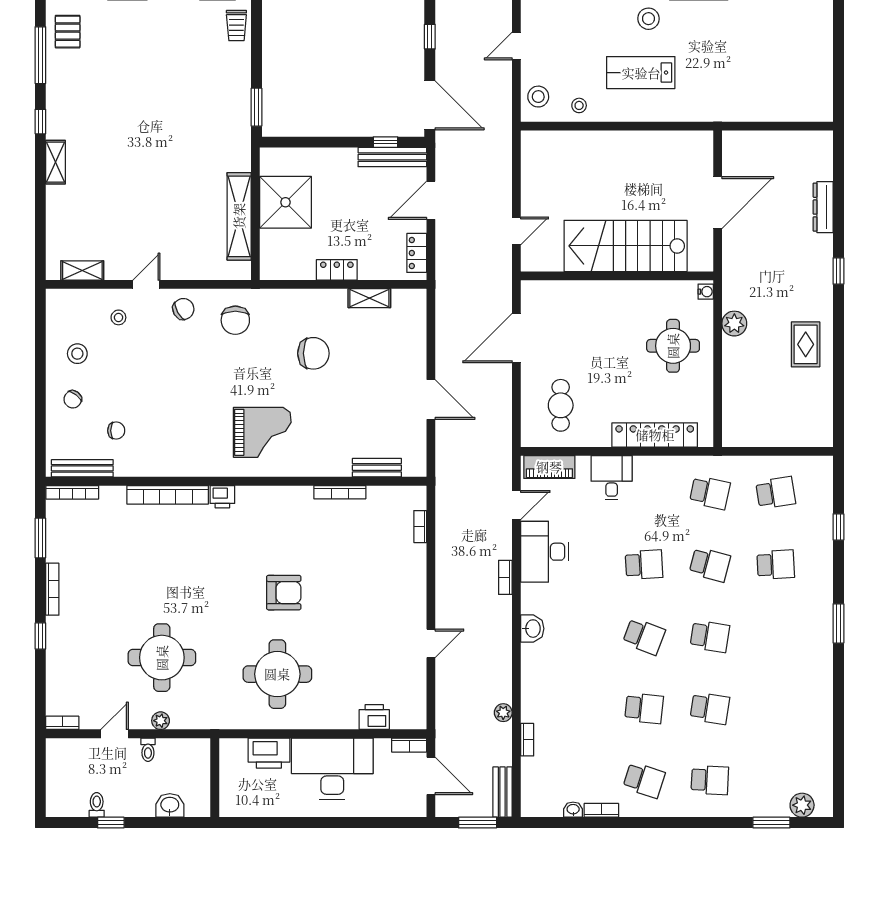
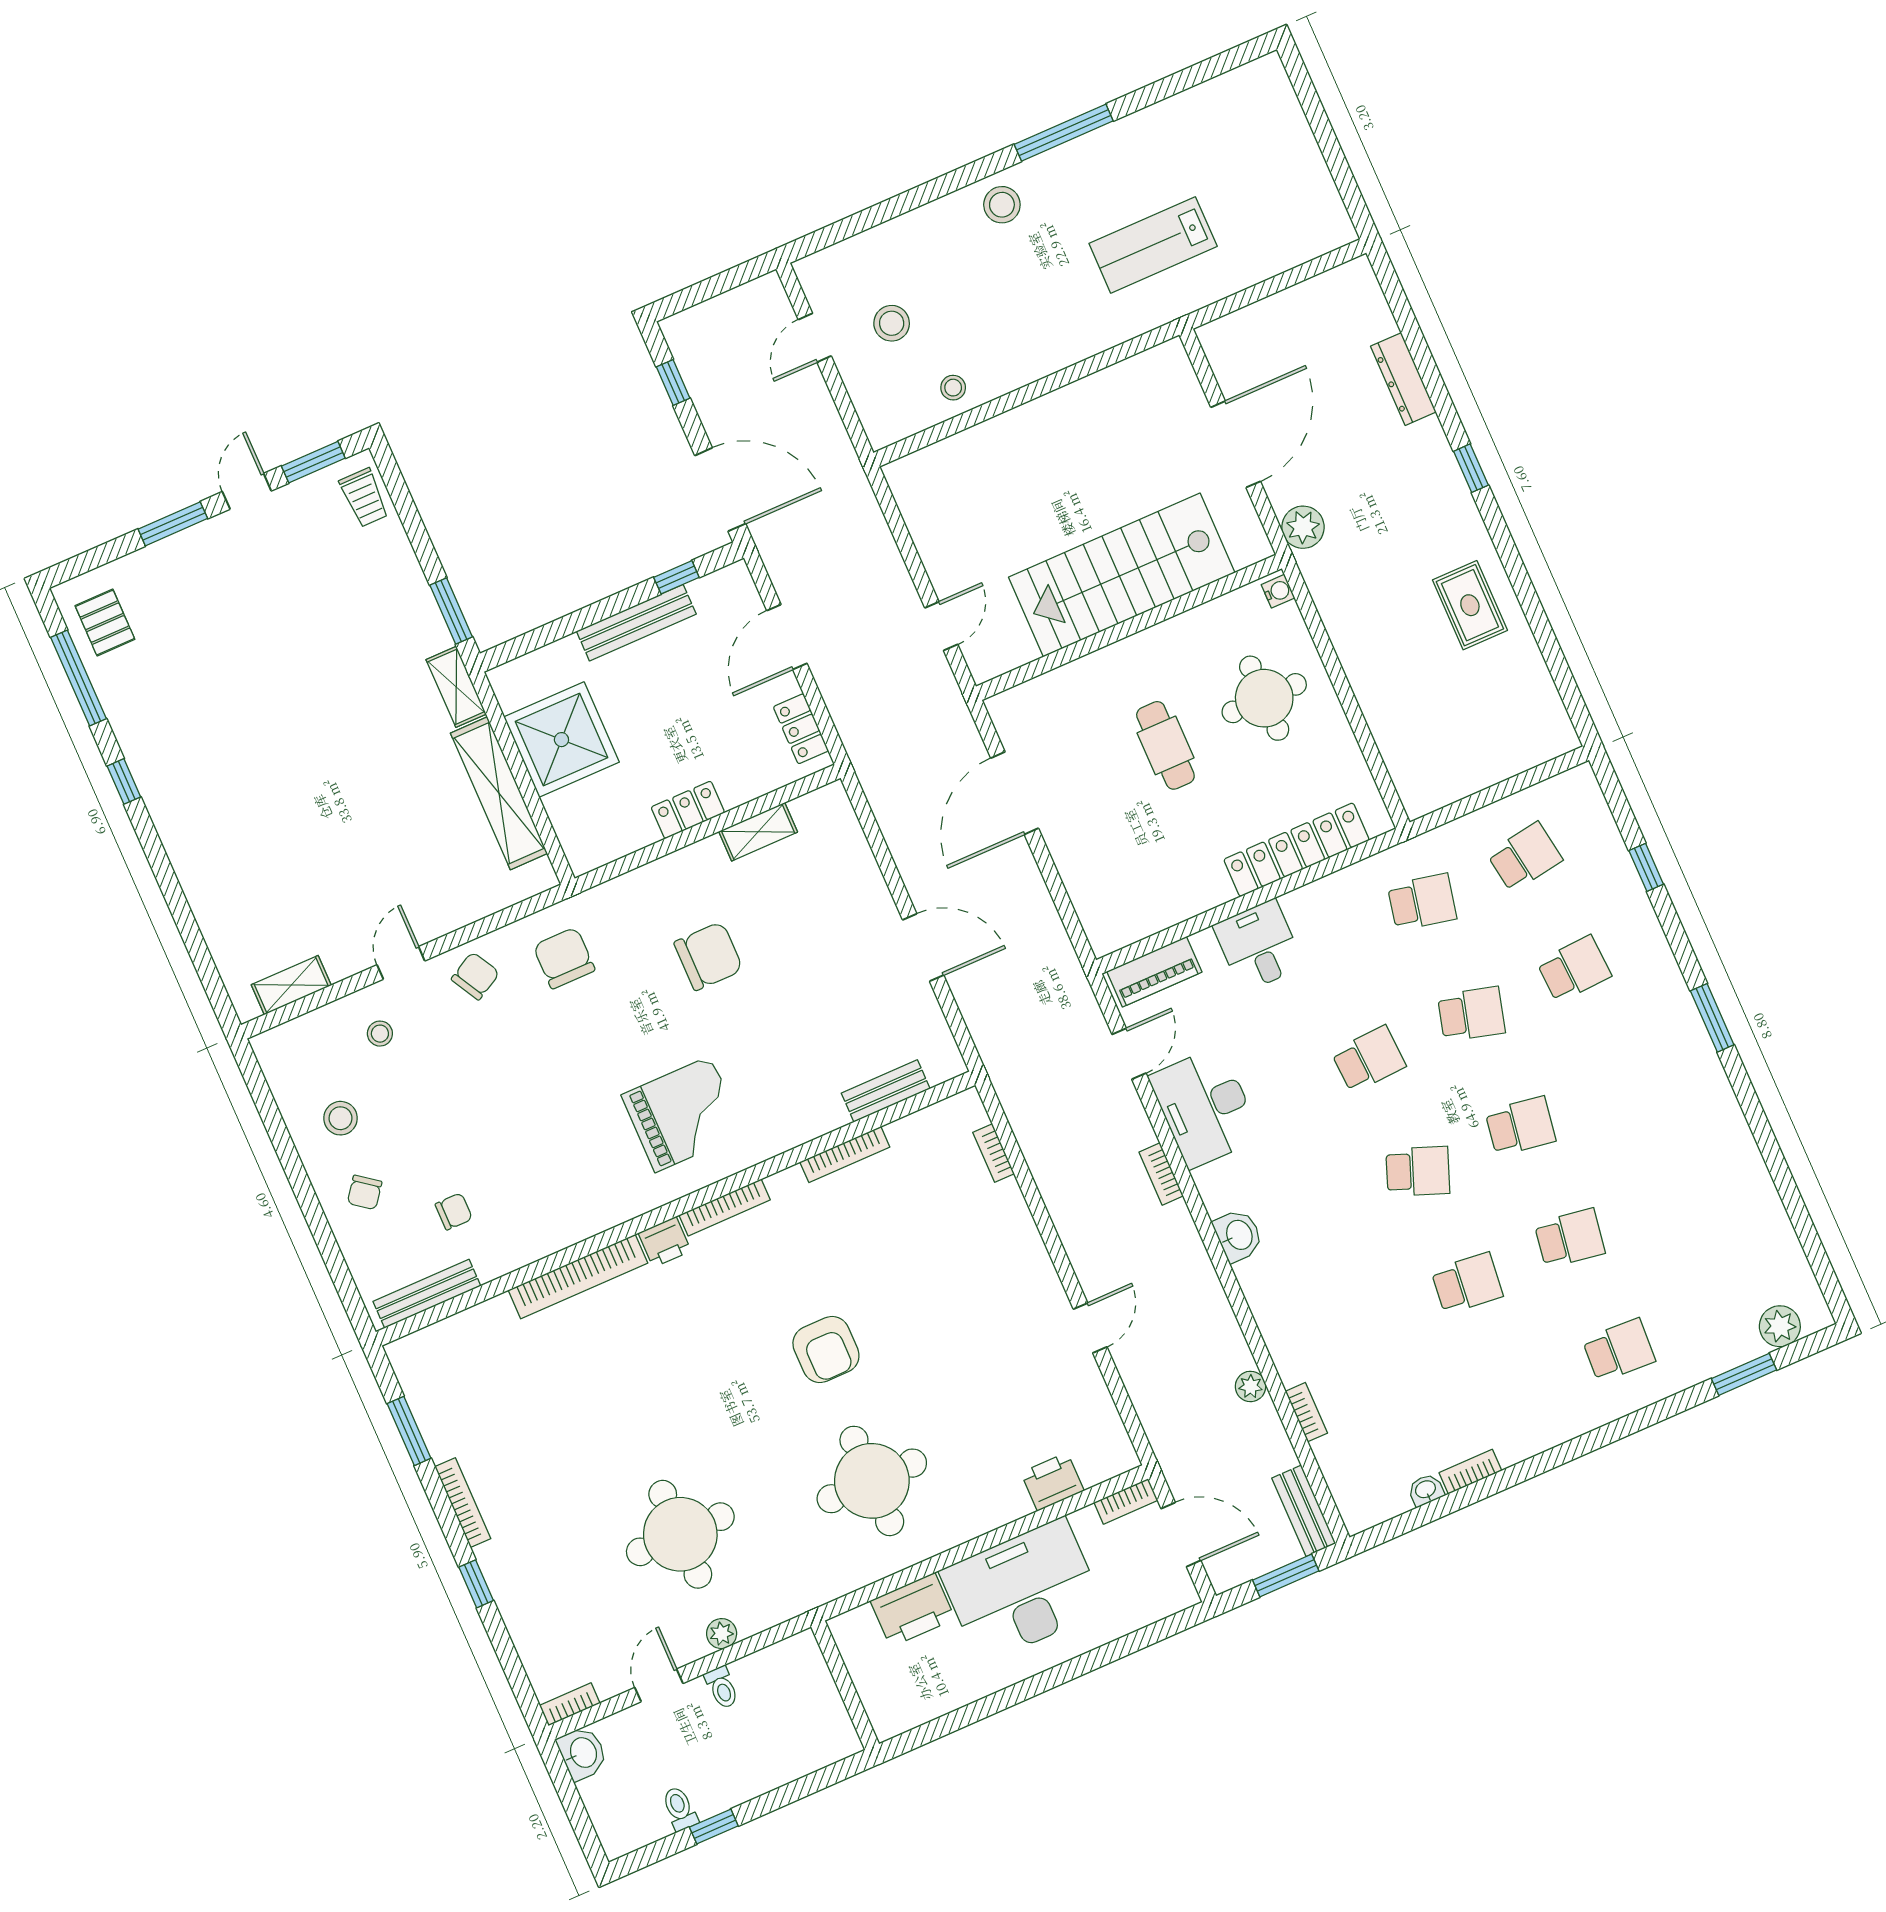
lab bench: (641, 73) -> (1153, 245), moved
stool: (538, 97) -> (892, 323), moved
bench: (392, 157) -> (636, 623), moved
shelving: (56, 162) -> (456, 687), moved
chair: (235, 320) -> (564, 958), turned 180
plant: (734, 324) -> (1303, 527), moved
cafe table: (561, 405) -> (1165, 745), moved
bookcase: (72, 492) -> (725, 1207), moved
armchair: (284, 593) -> (826, 1349), turned 90
school desk: (644, 780) -> (1516, 1395), removed
washbasin: (170, 805) -> (582, 1753), moved, turned 90

